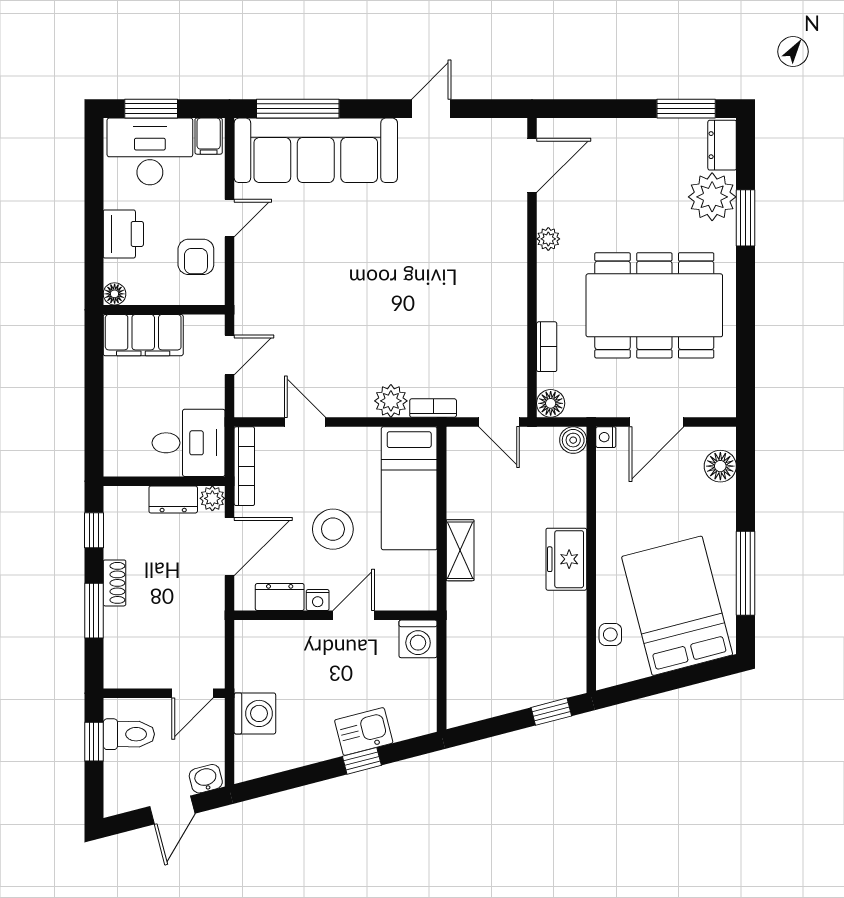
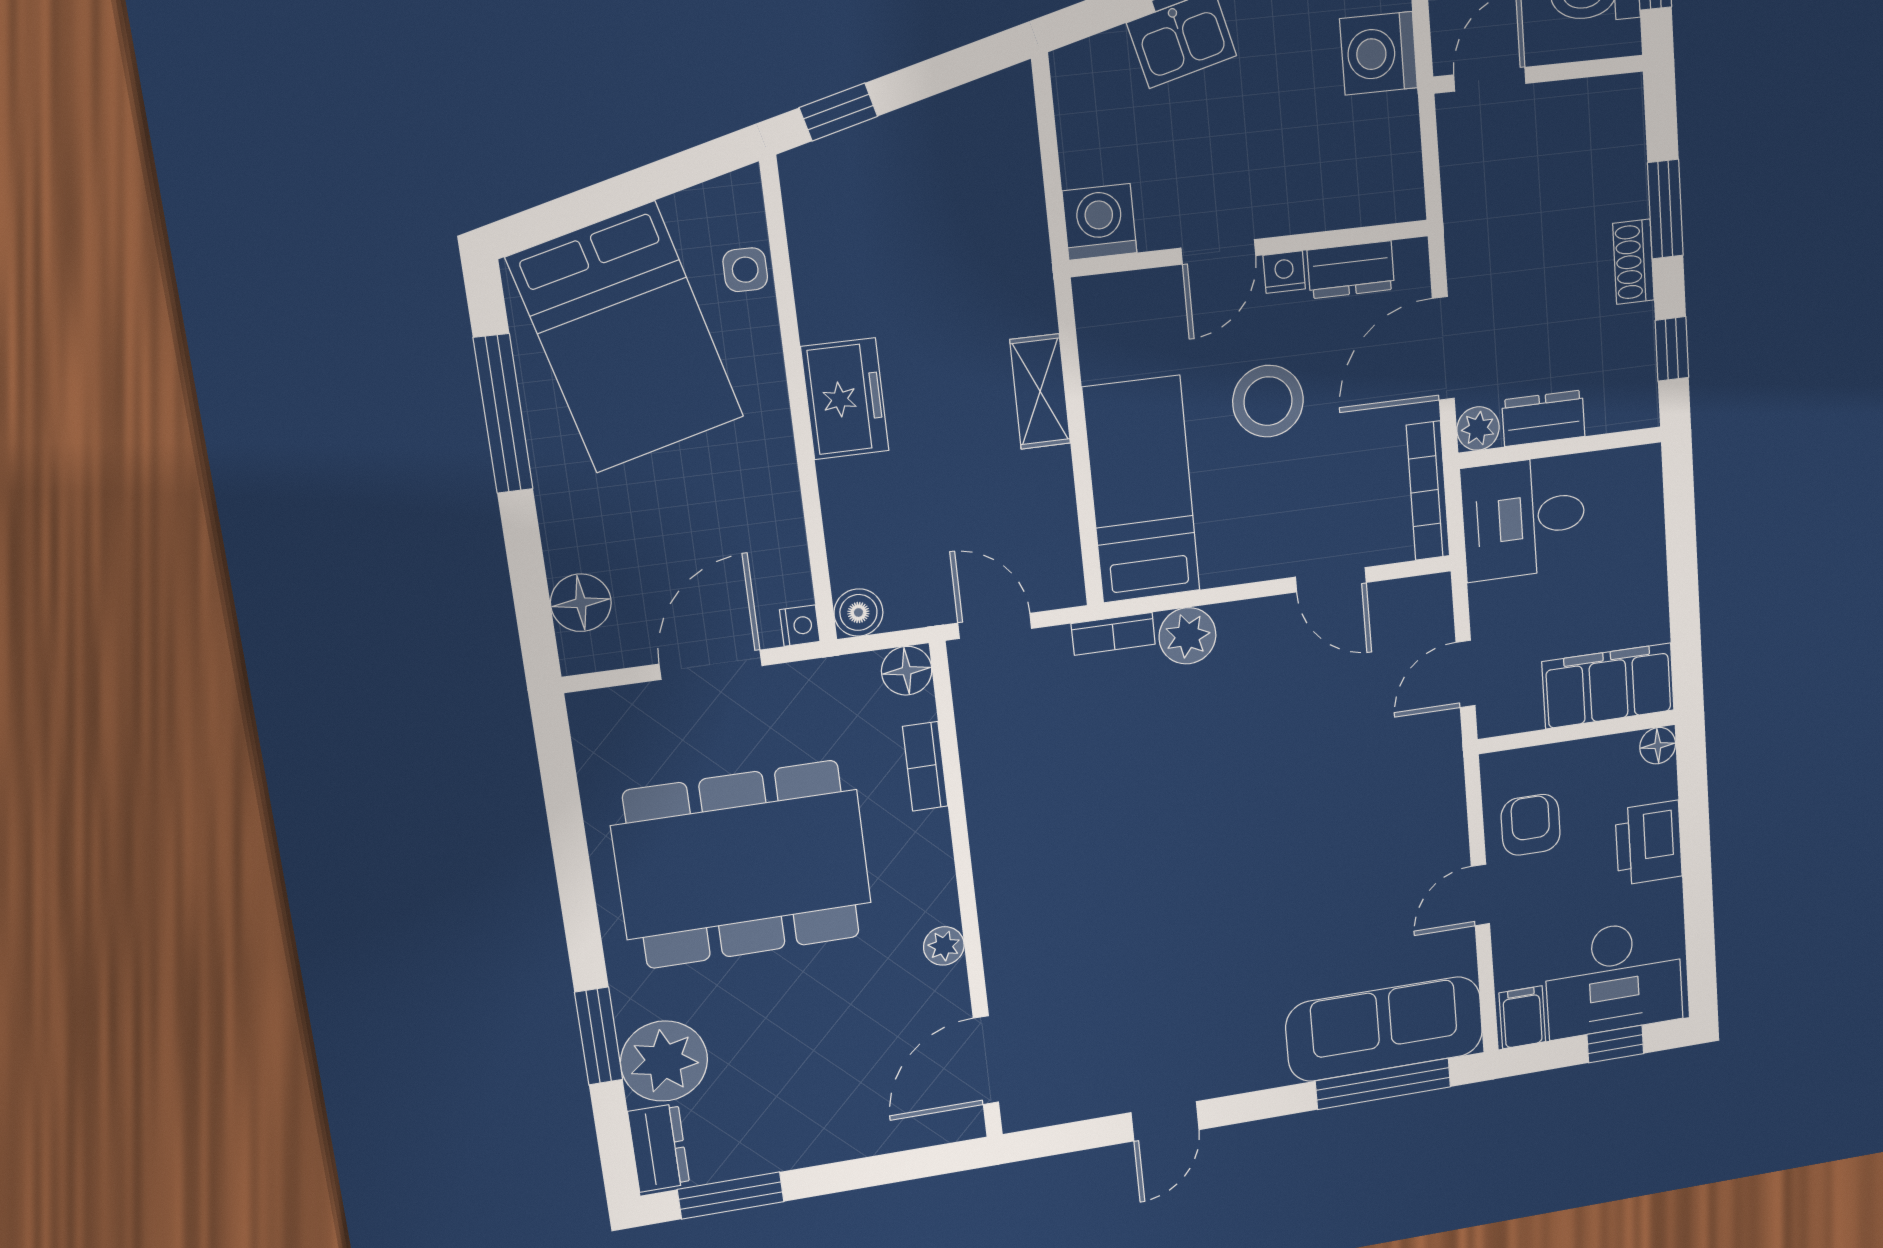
window: (151, 109) -> (1615, 1044), width x0.67
sofa: (316, 150) -> (1385, 1029), width x0.74, depth x0.79

